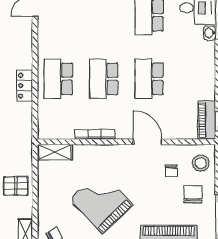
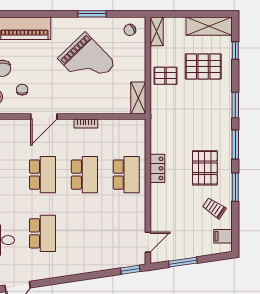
bookcase: (95, 134) -> (86, 123), width x0.64
door: (148, 142) -> (44, 117), hinge flipped
shelving: (55, 152) -> (138, 98), moved, turned 90

